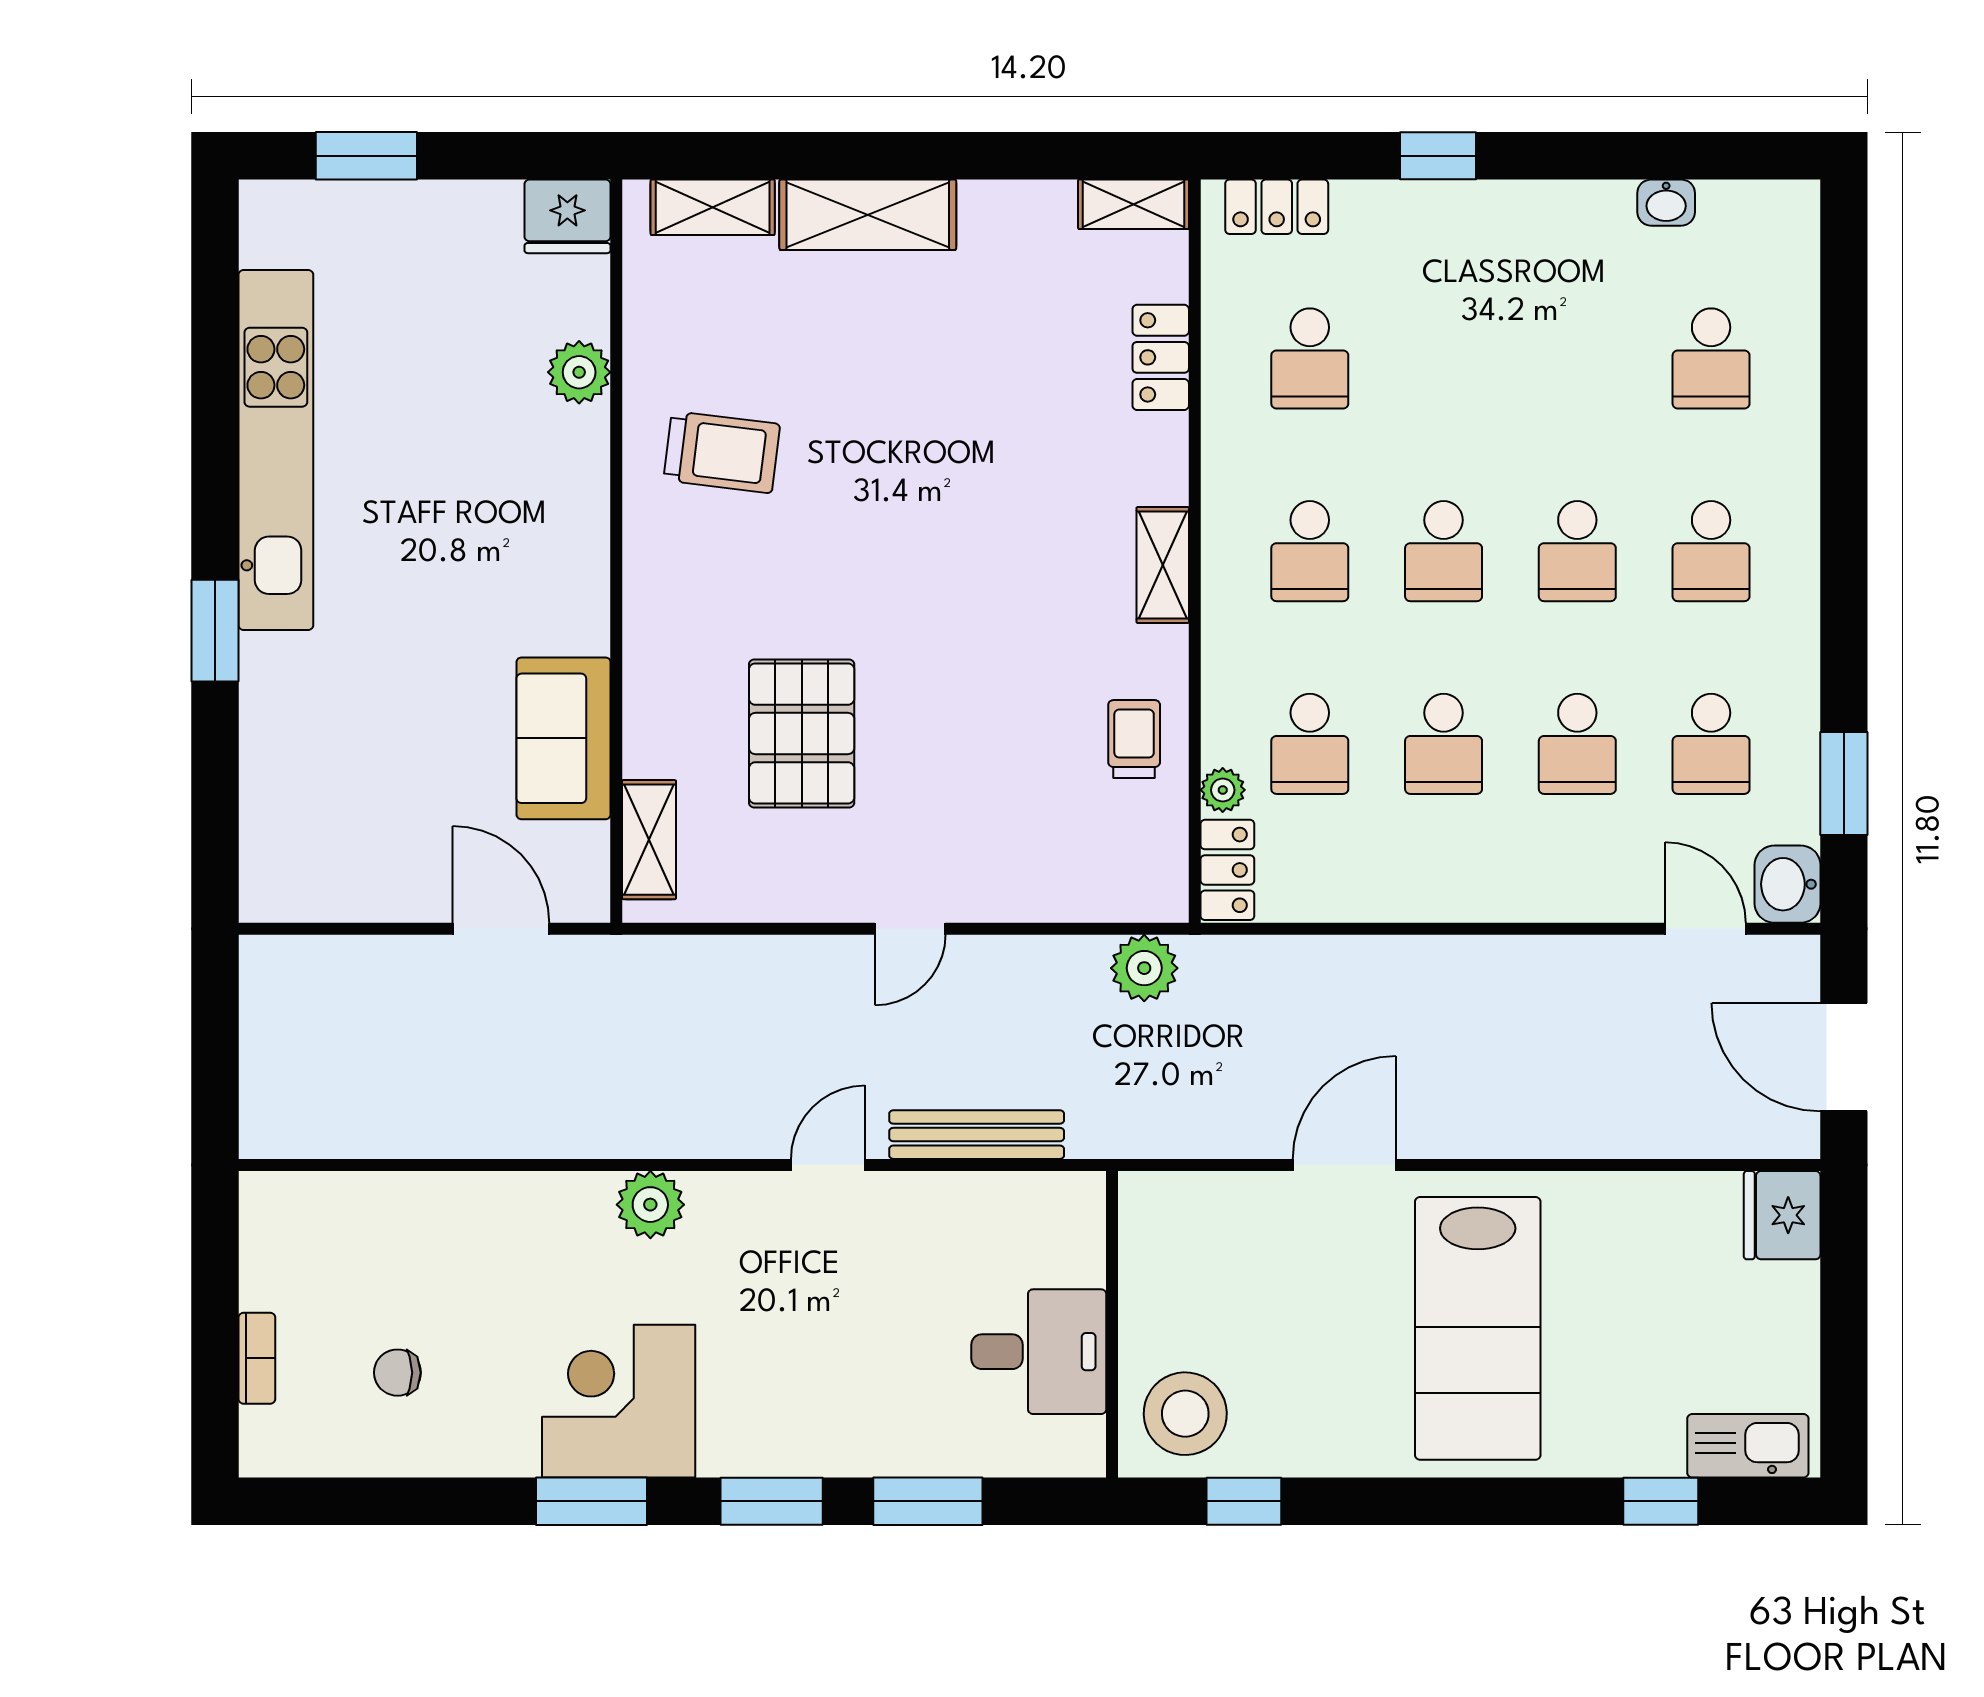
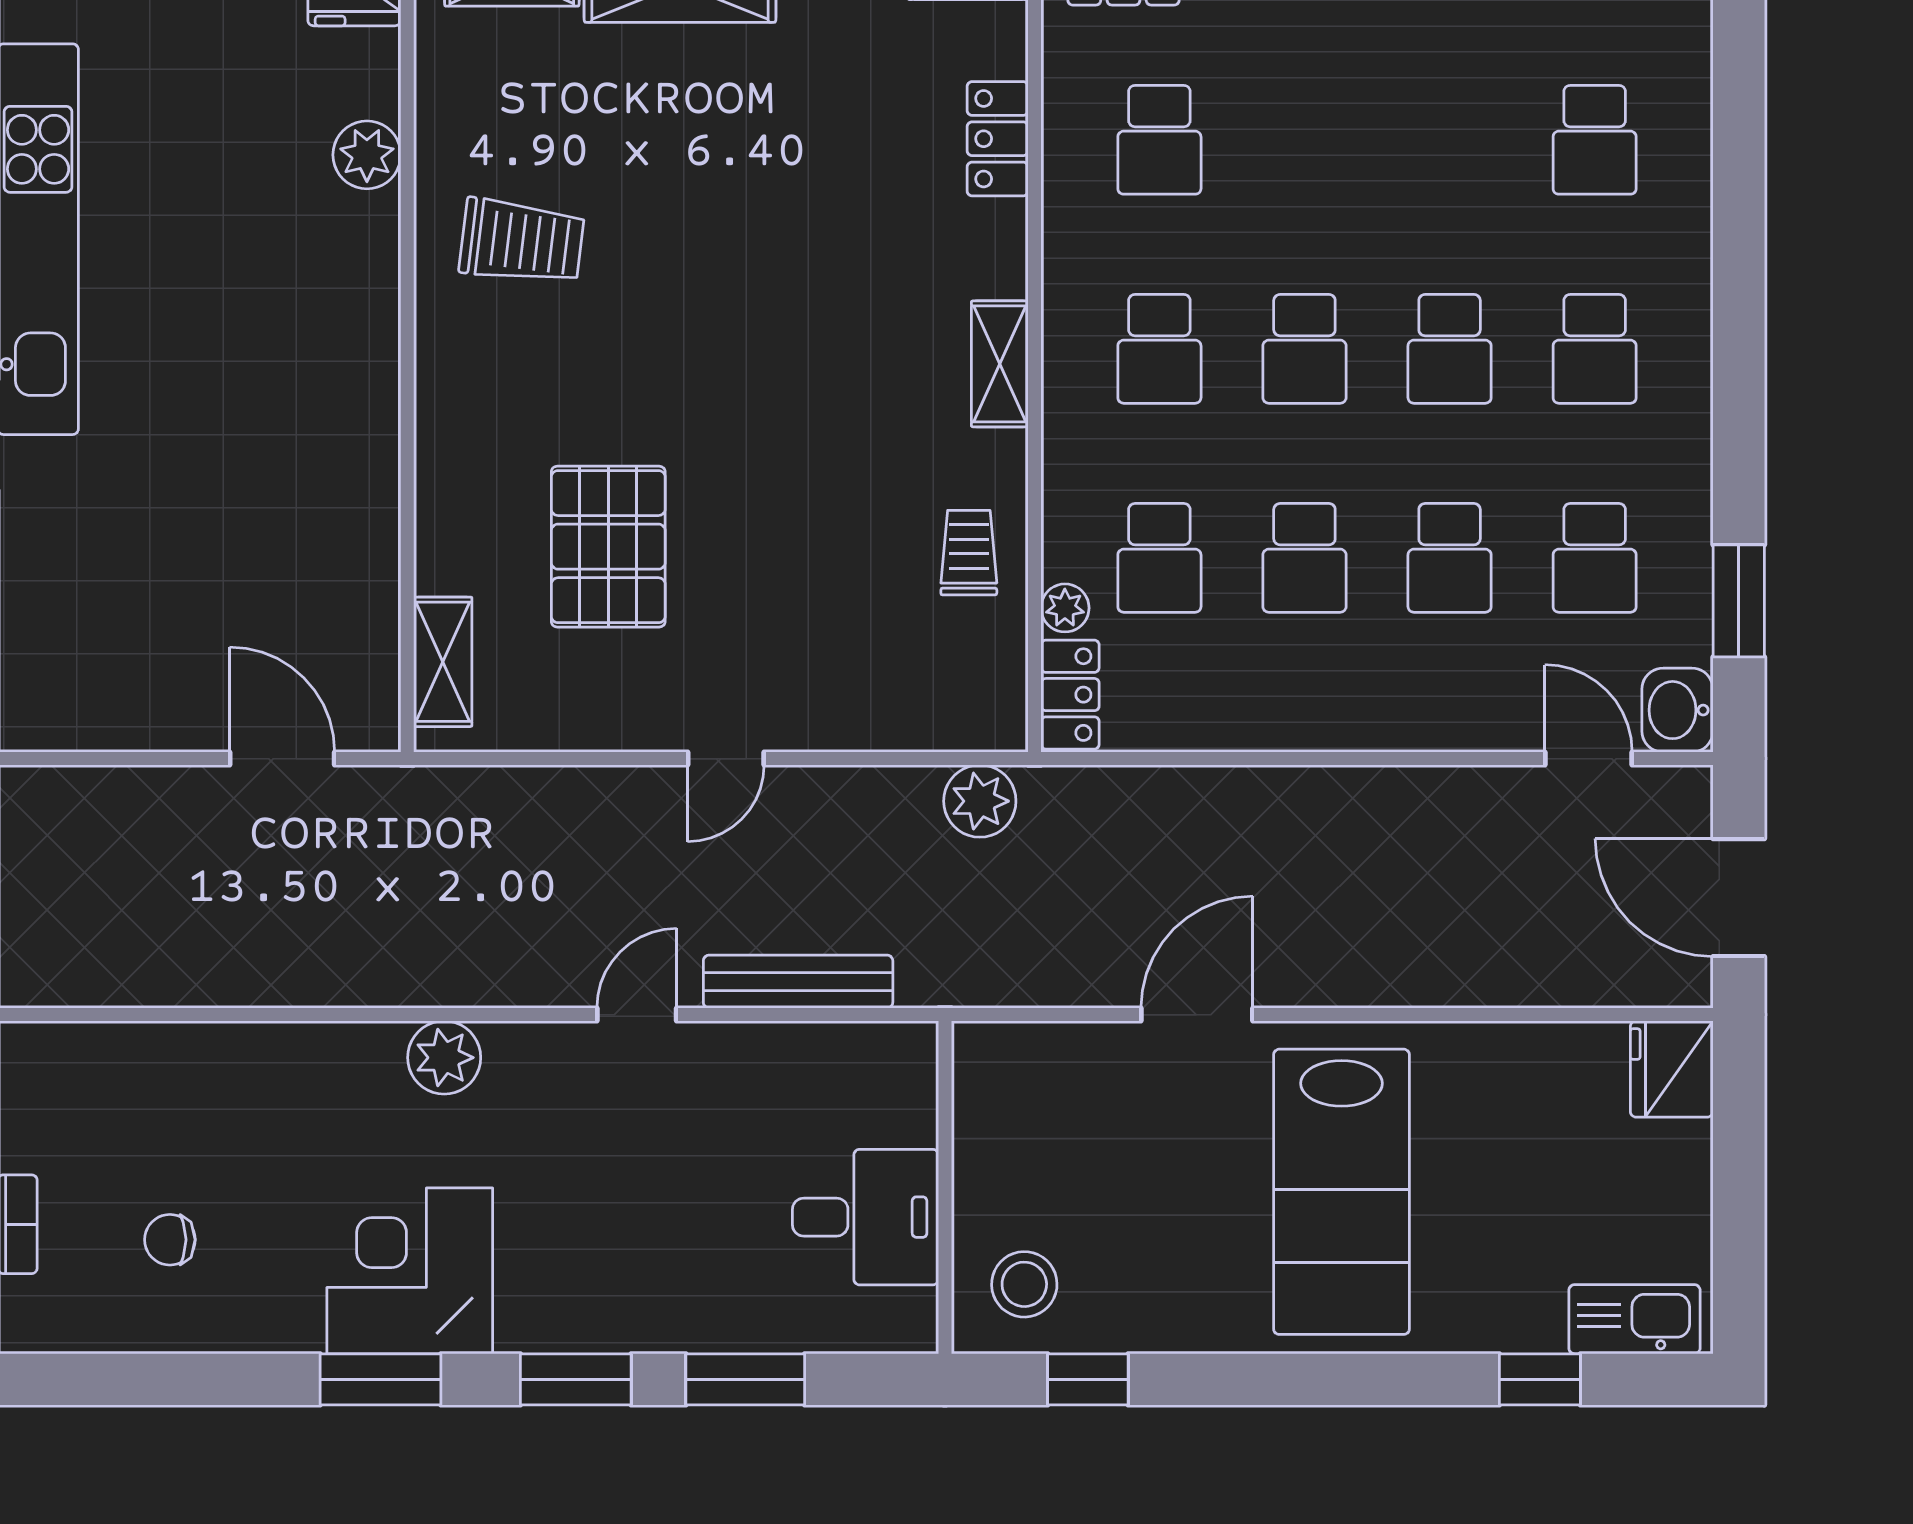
sofa: (564, 738) -> (350, 552), removed
stool: (1185, 1414) -> (1024, 1284), width x0.73, depth x0.73

